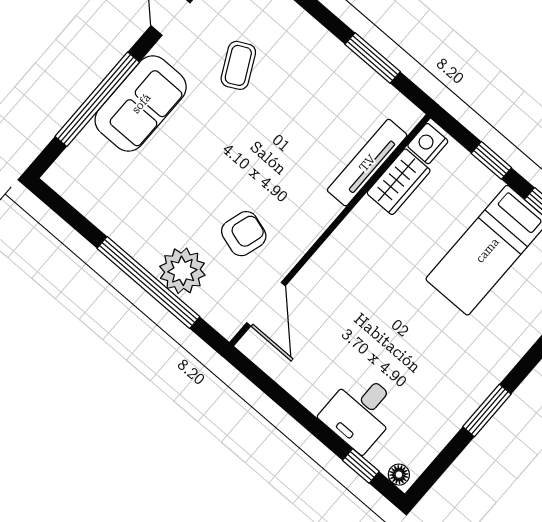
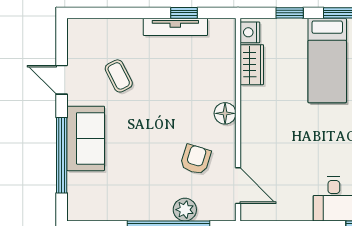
window: (373, 58) -> (184, 13), width x0.67
tv unit: (367, 163) -> (175, 27), moved, turned -90
floor lamp: (321, 211) -> (225, 113), added
plant: (182, 271) -> (185, 210), width x0.73, depth x0.73

